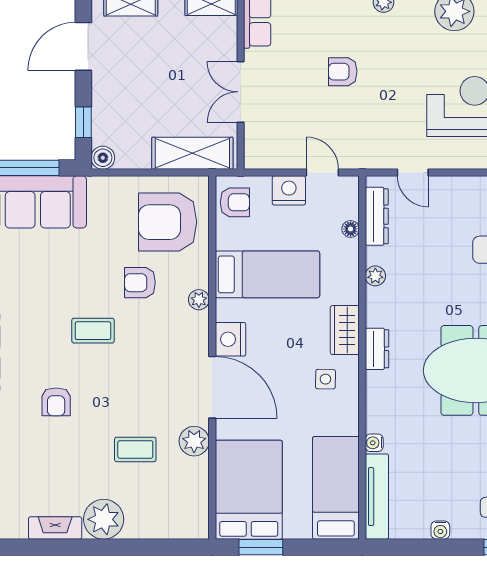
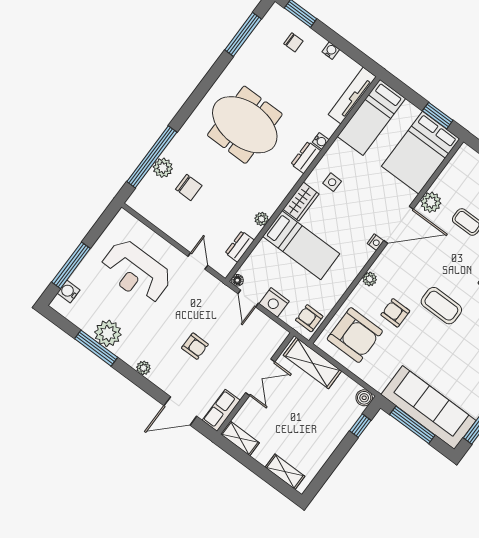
door: (83, 46) -> (329, 468), removed
dresser: (377, 216) -> (240, 247), width x0.70
floor lamp: (351, 229) -> (237, 280), moved
bed: (267, 274) -> (301, 245), moved, turned 180
armchair: (140, 283) -> (395, 313), turned 180
coffee table: (93, 331) -> (441, 306), width x1.36, depth x1.30
nightstand: (230, 339) -> (375, 242), width x0.53, depth x0.56
dresser: (377, 349) -> (306, 158), moved
door: (212, 387) -> (399, 225), swing flipped
water cooler: (374, 443) -> (321, 141), moved

